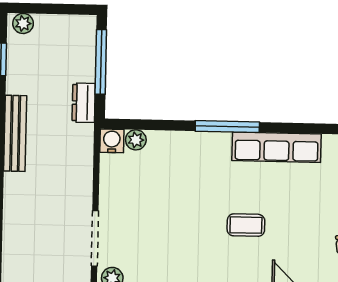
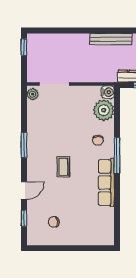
plant: (136, 140) -> (104, 110), width x1.88, depth x1.88
chair: (199, 161) -> (98, 140), added

